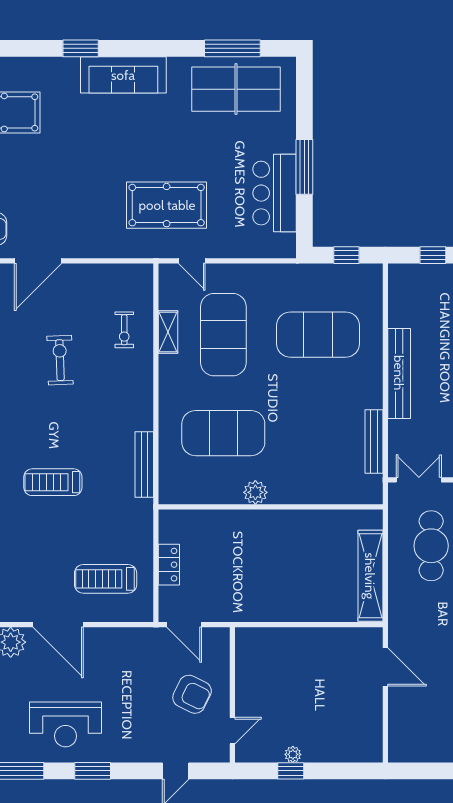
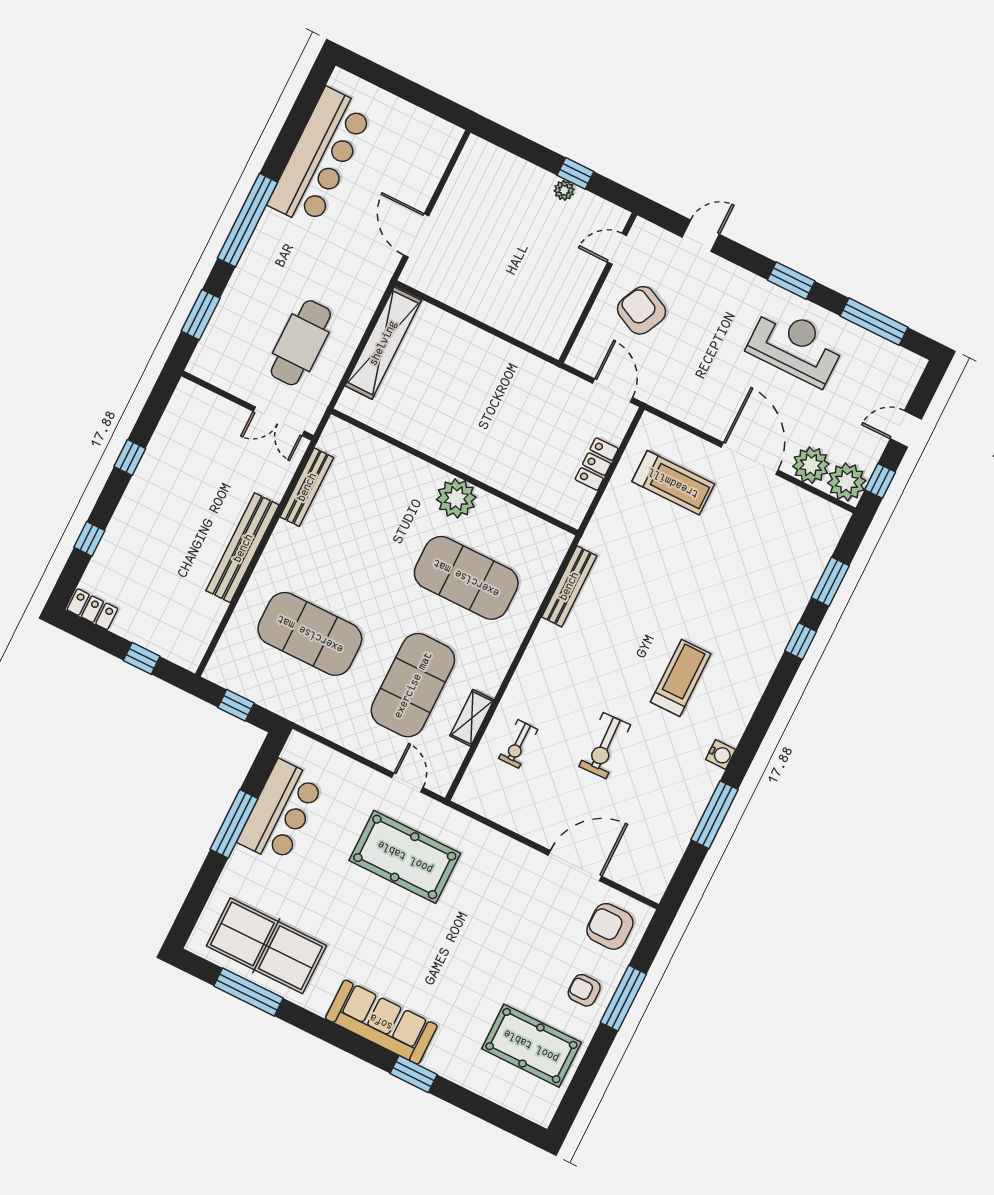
exercise bike: (124, 330) -> (518, 744), turned 180
treadmill: (53, 482) -> (681, 678), moved, turned -90
plant: (255, 492) -> (456, 498), width x1.36, depth x1.36

